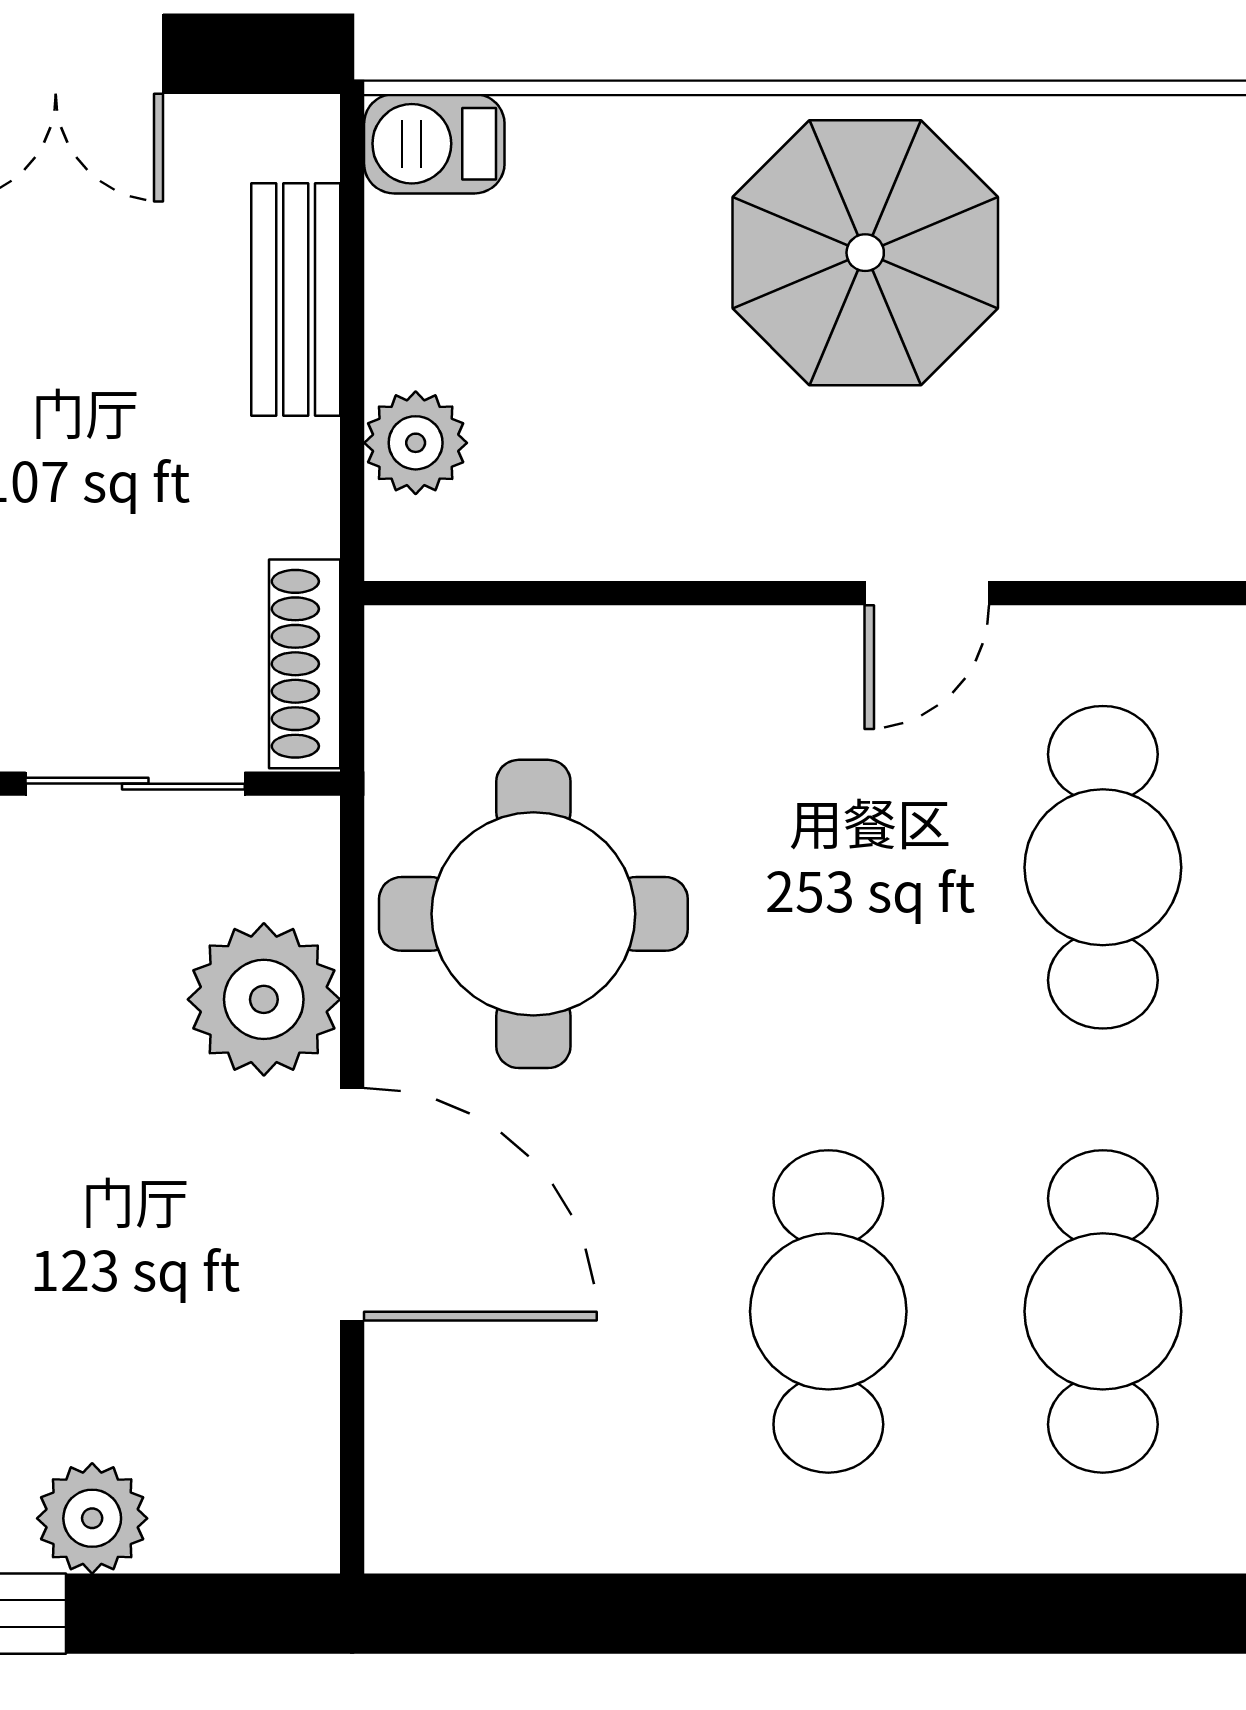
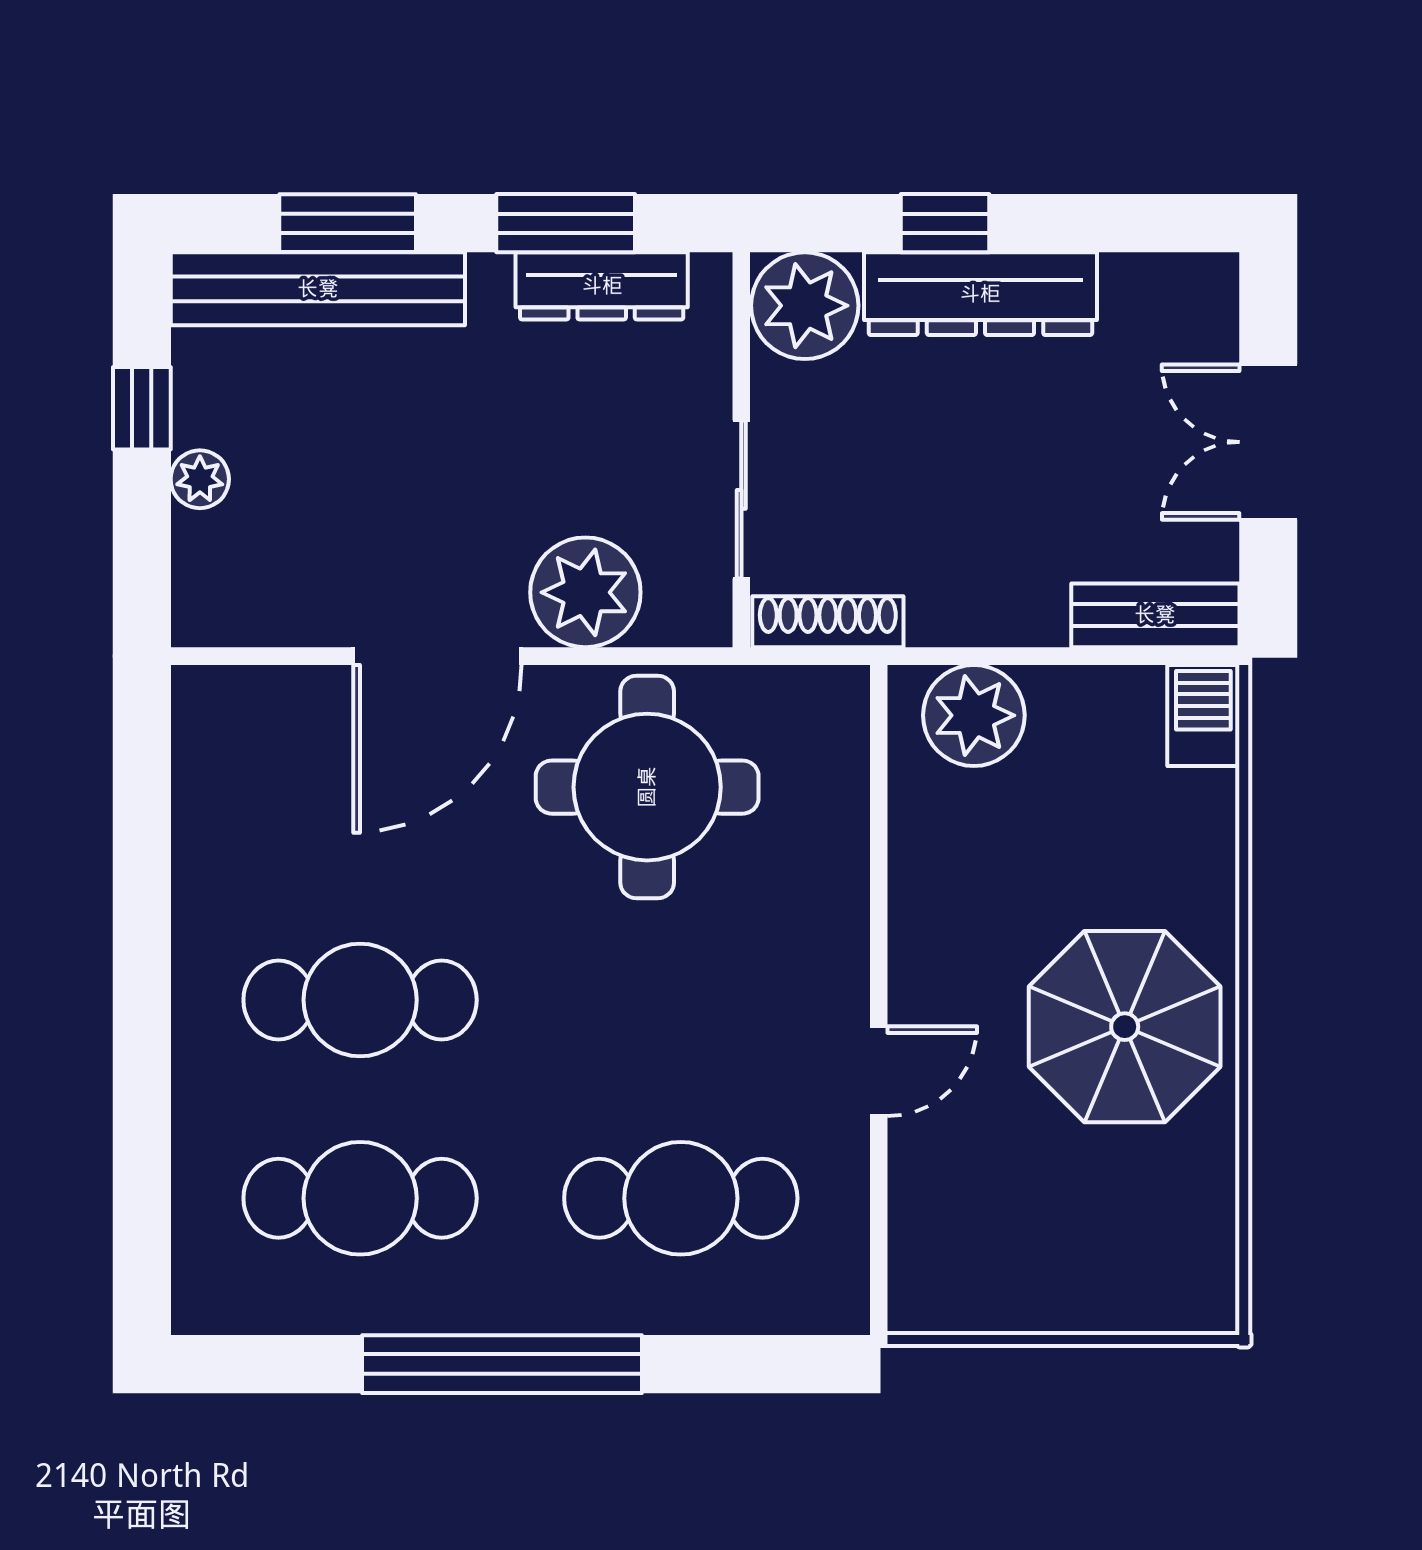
bench: (296, 300) -> (1155, 615), moved
plant: (416, 443) -> (974, 715), width x1.36, depth x1.36
door: (927, 593) -> (879, 1071), swing flipped
plant: (92, 1518) -> (200, 479), width x0.73, depth x0.73

